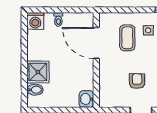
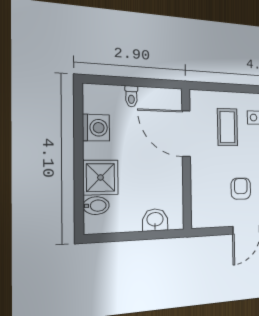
washing machine: (35, 21) -> (96, 128), moved, turned -90
washbasin: (86, 99) -> (155, 220), moved, turned 90

